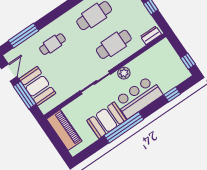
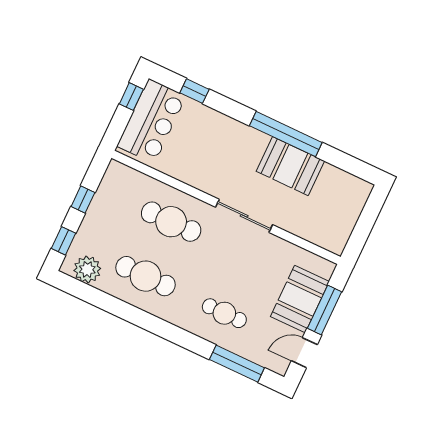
dresser: (151, 35) -> (125, 174), removed
plant: (124, 73) -> (205, 182), removed
bar counter: (139, 97) -> (152, 121), moved, turned -90
piano: (64, 130) -> (342, 221), removed

